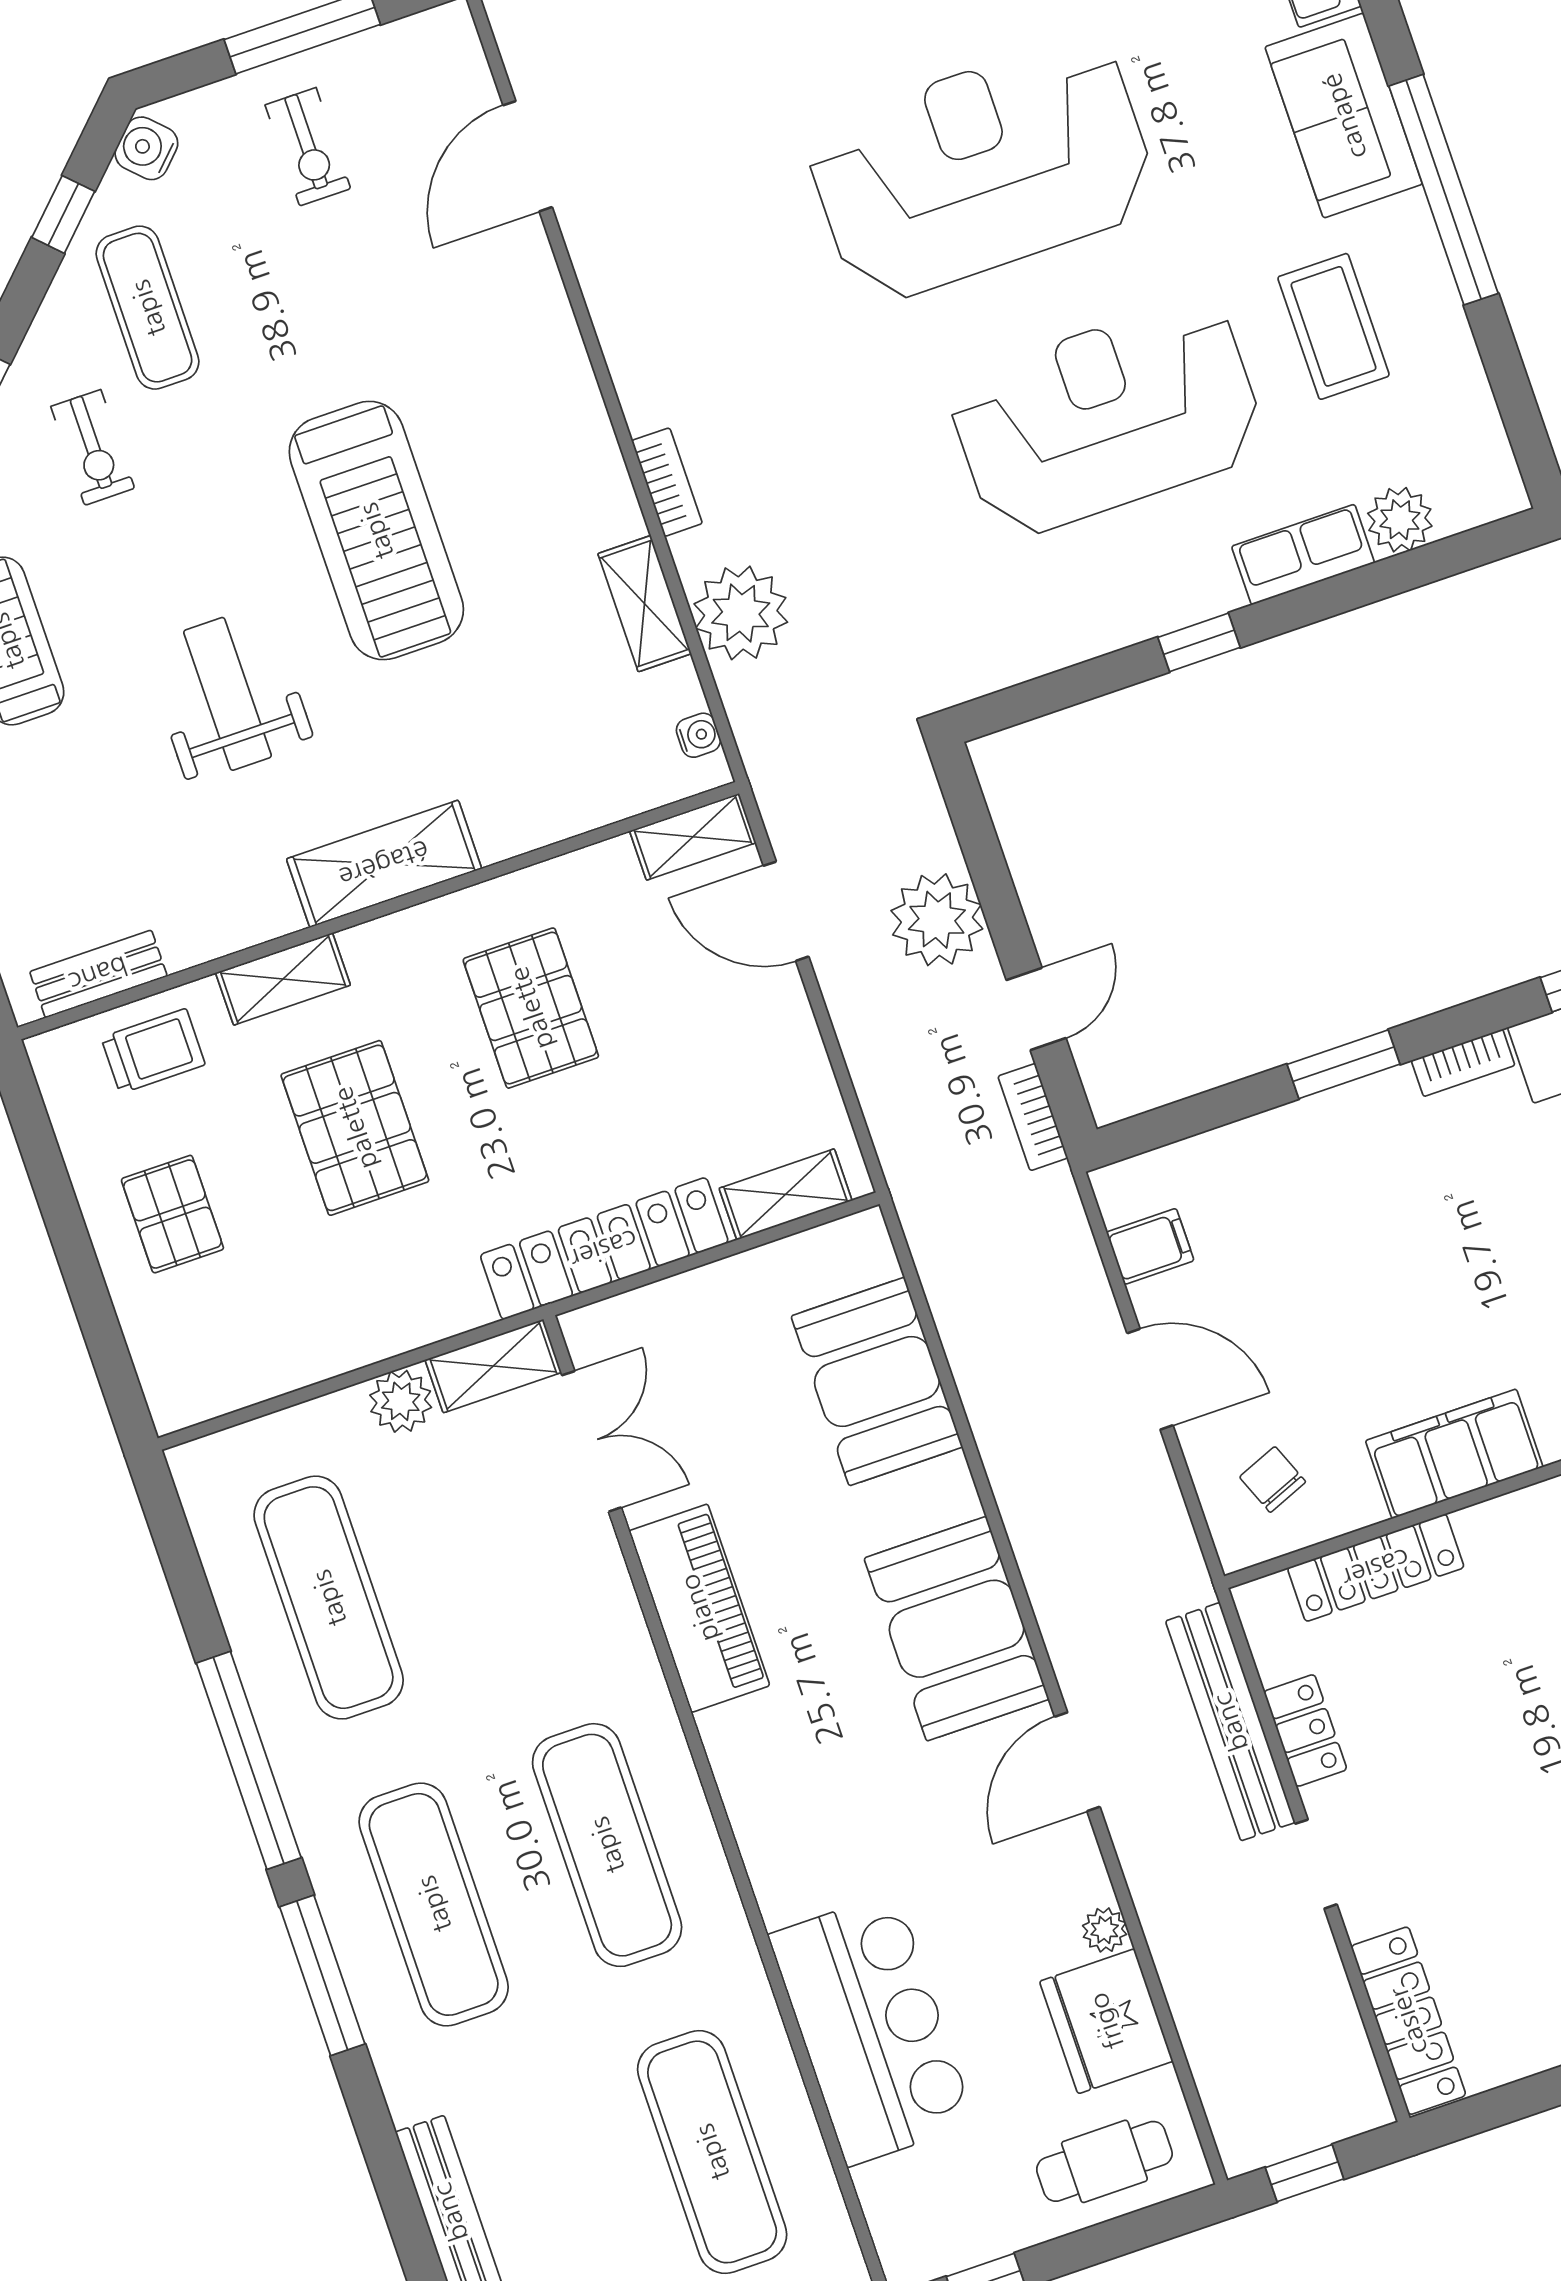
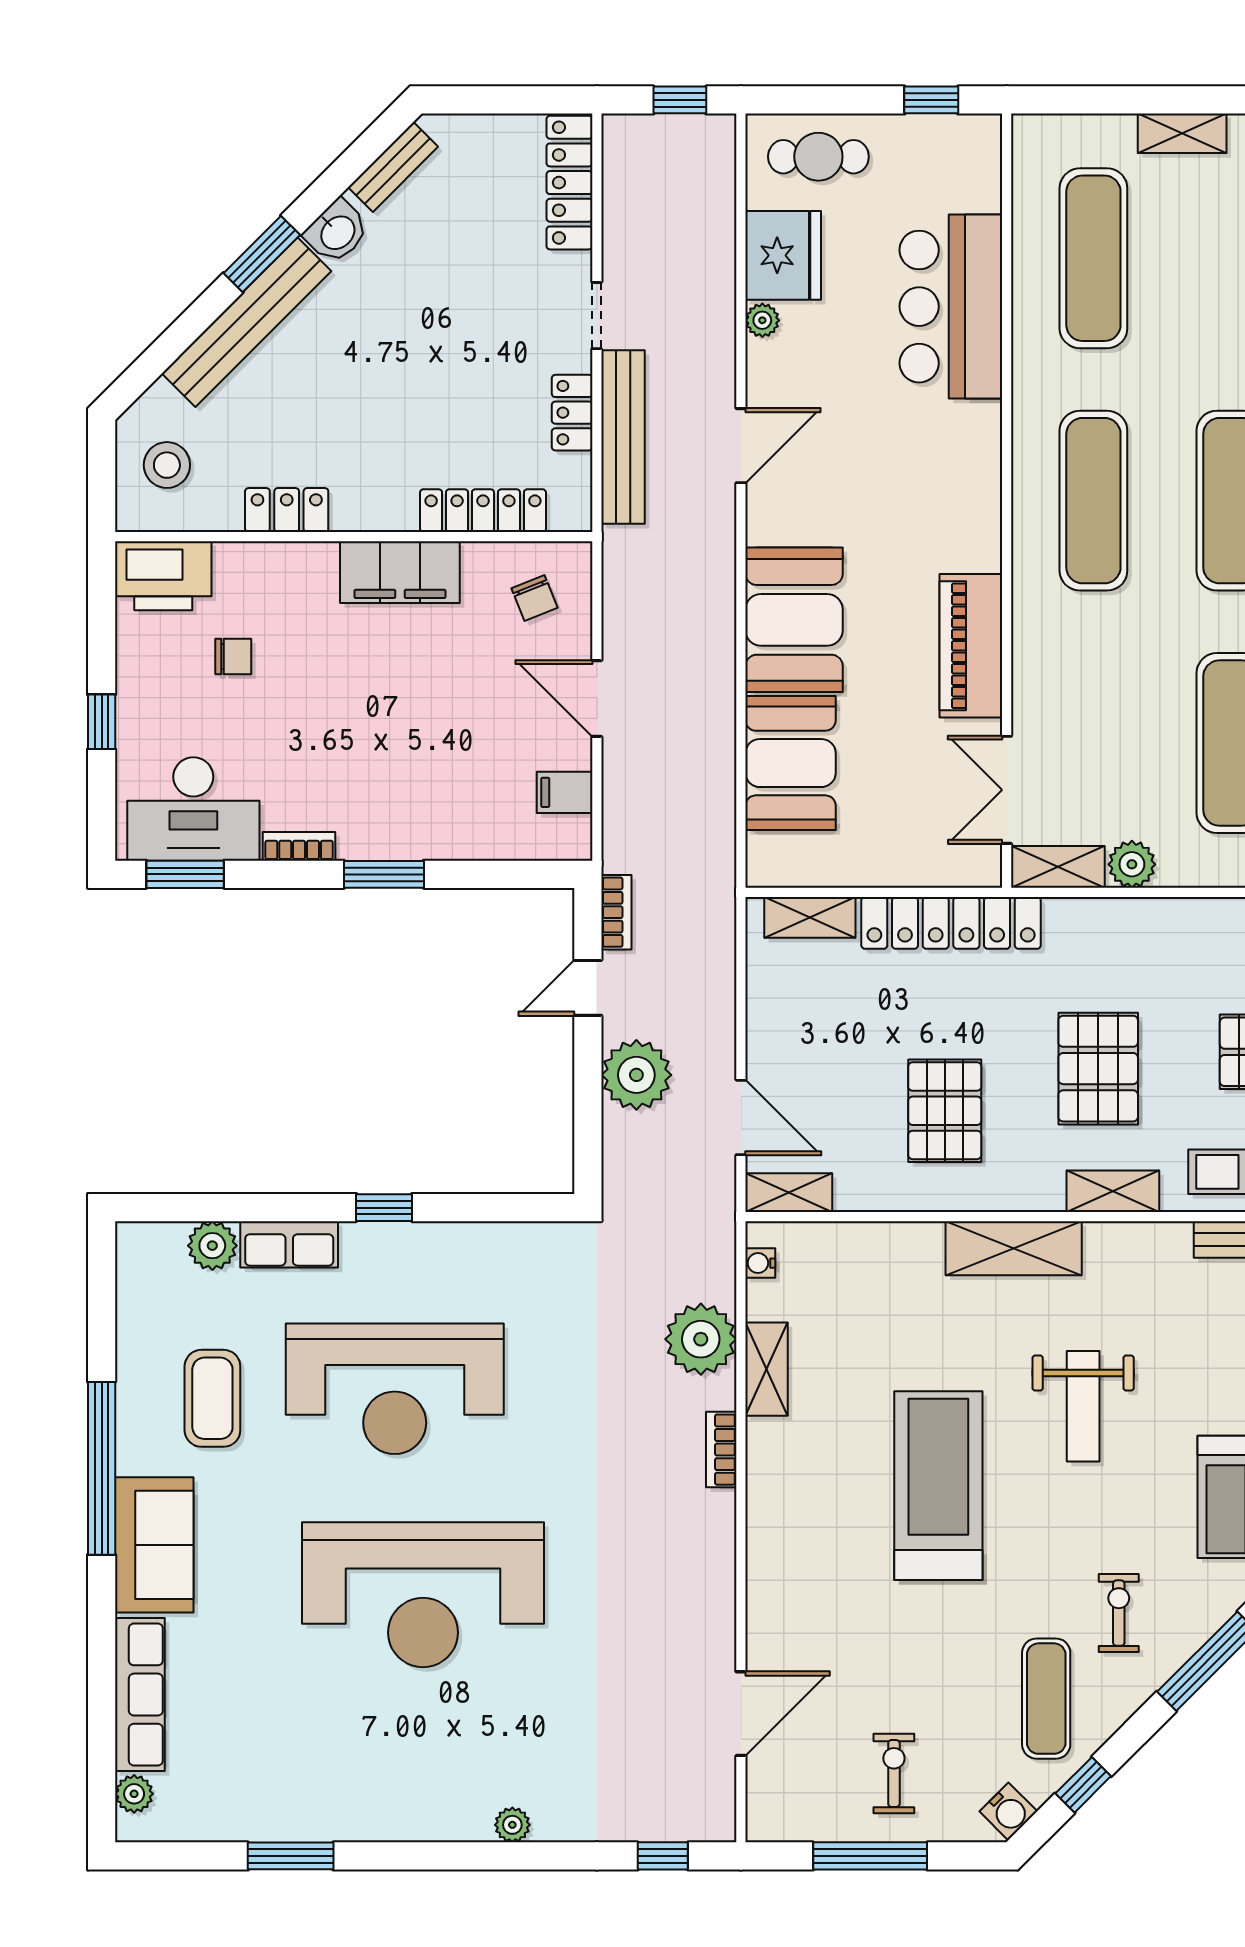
booth: (957, 1629) -> (794, 620), moved

